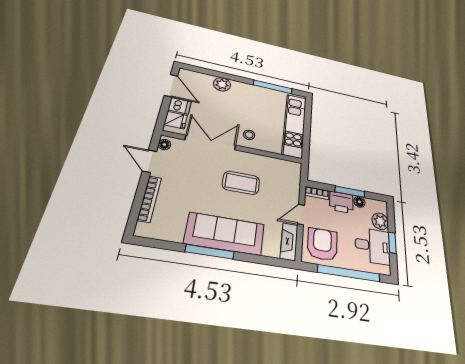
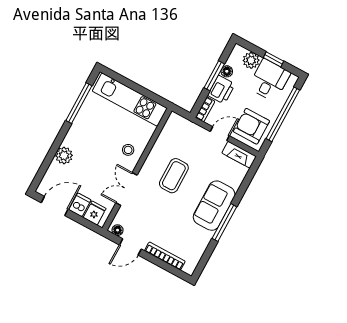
double door: (211, 143) -> (126, 189), width x0.73
door: (301, 214) -> (220, 134), swing flipped
sofa: (225, 234) -> (214, 206), width x0.73

